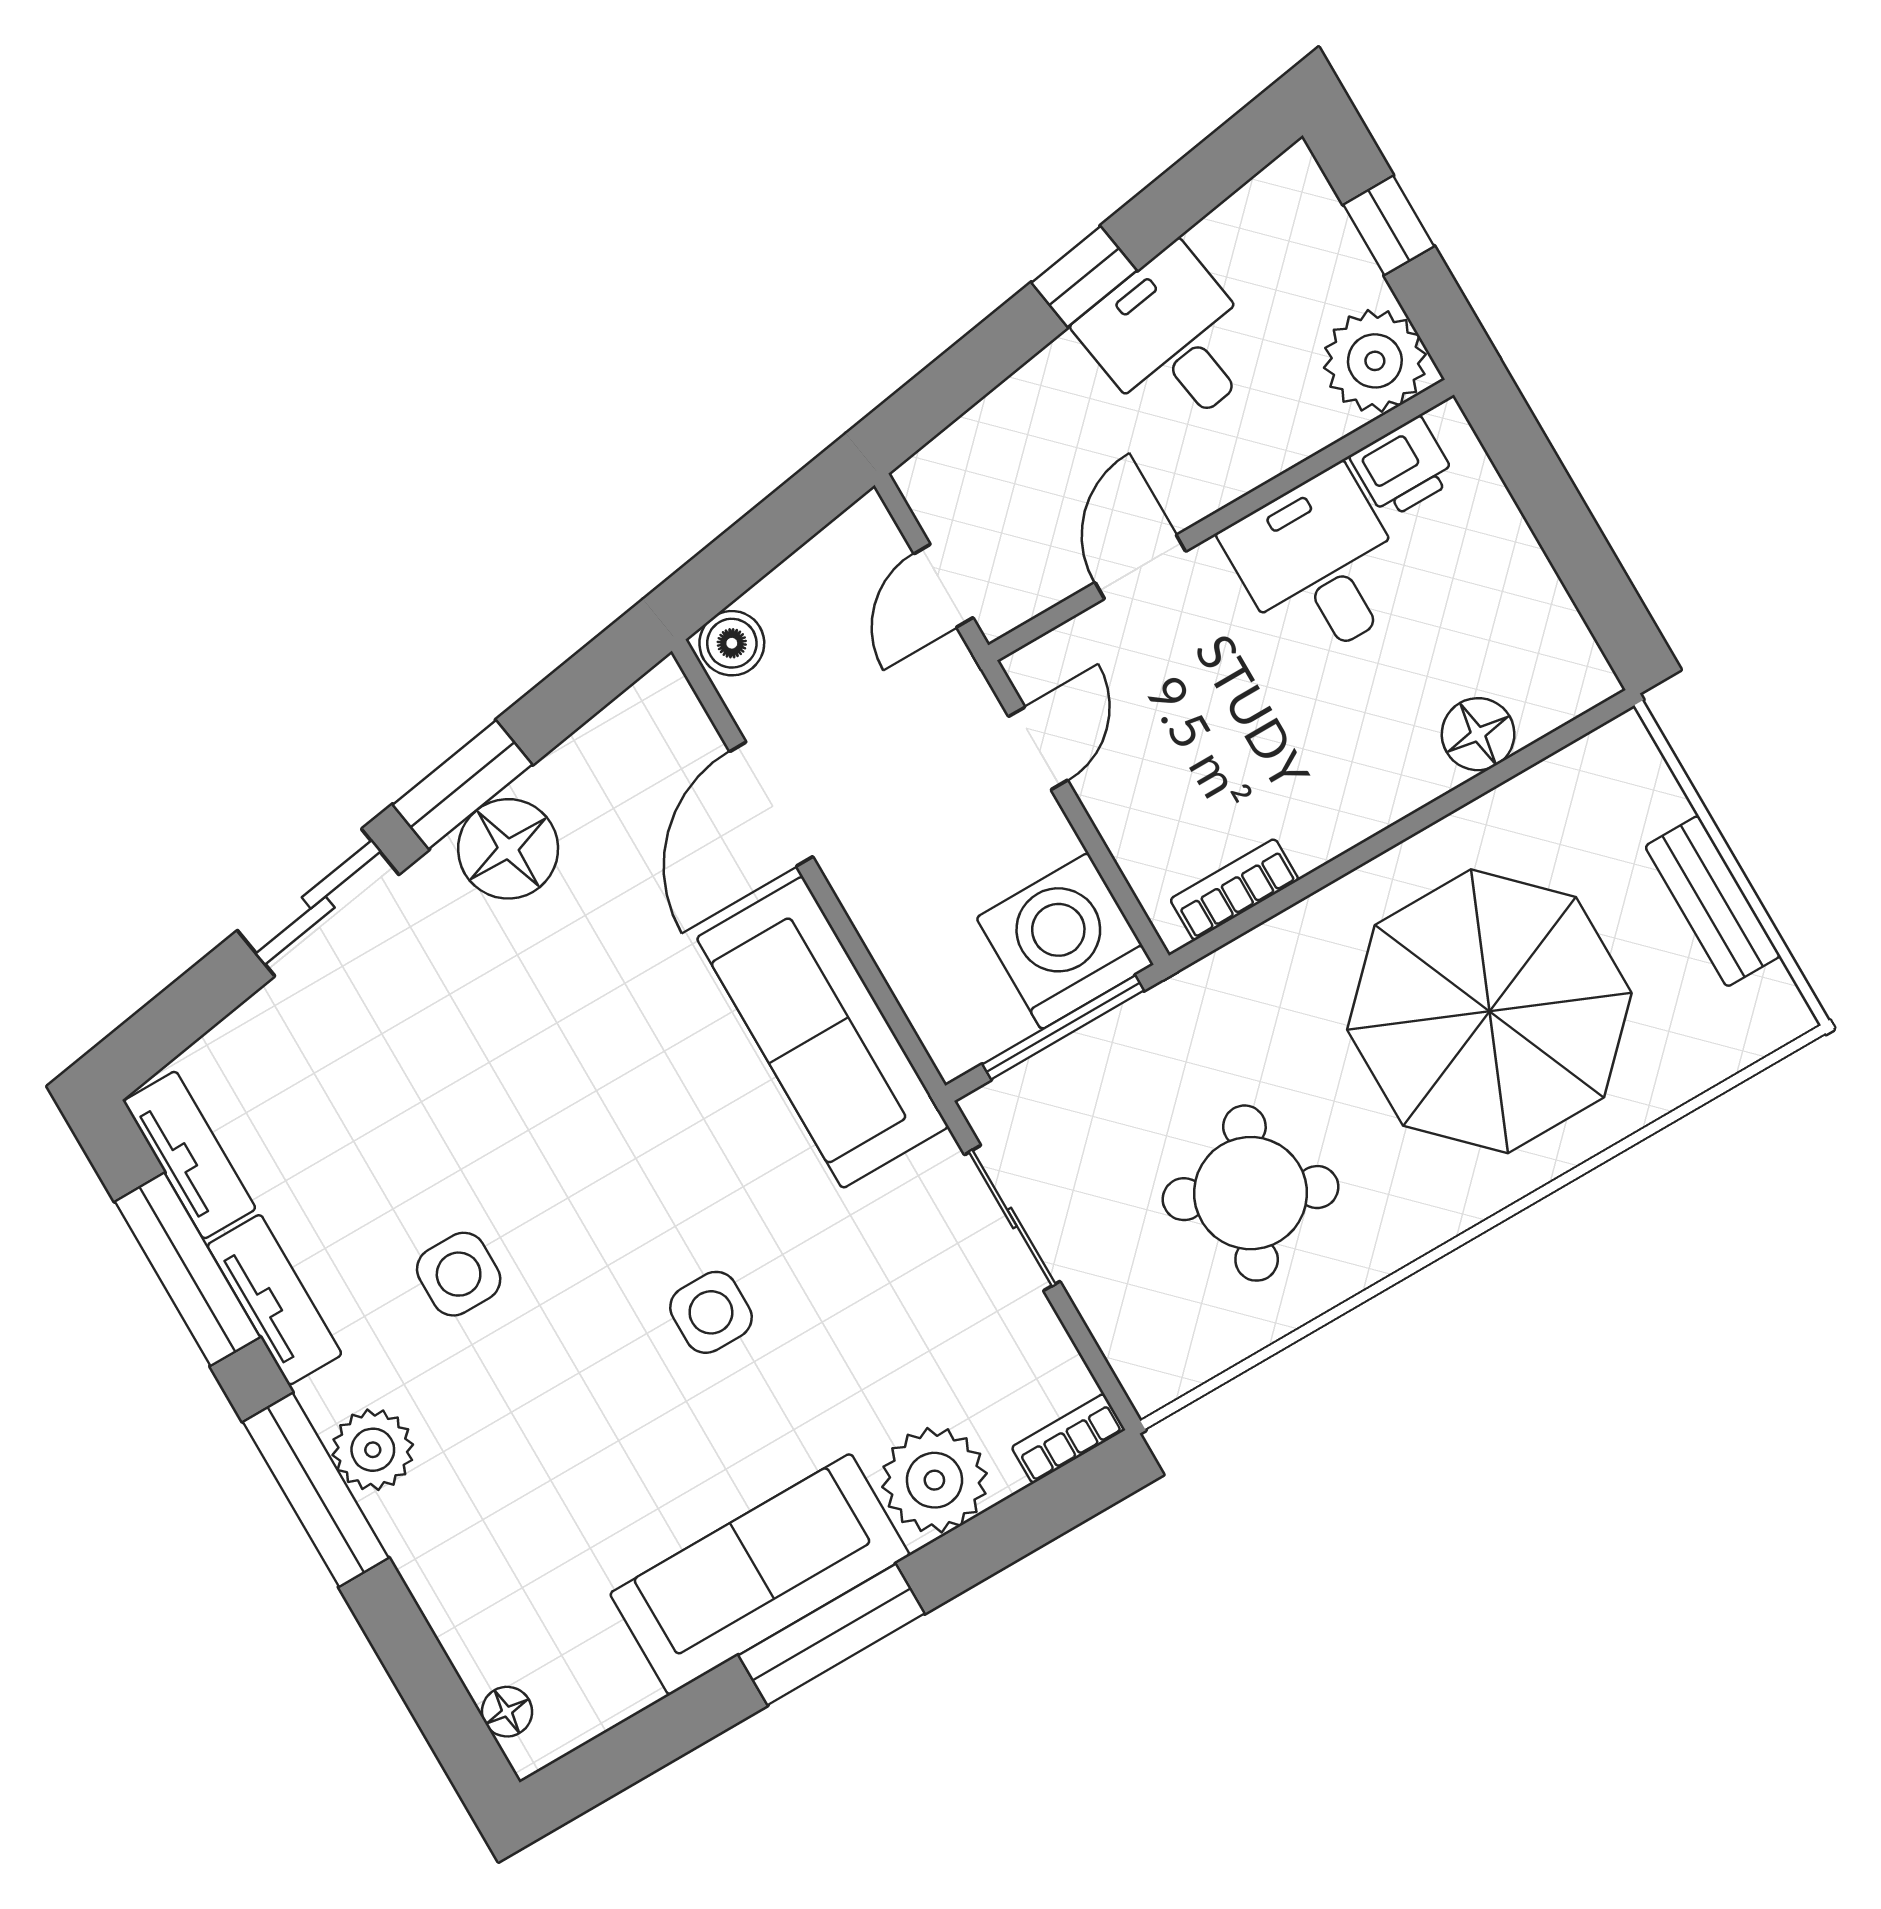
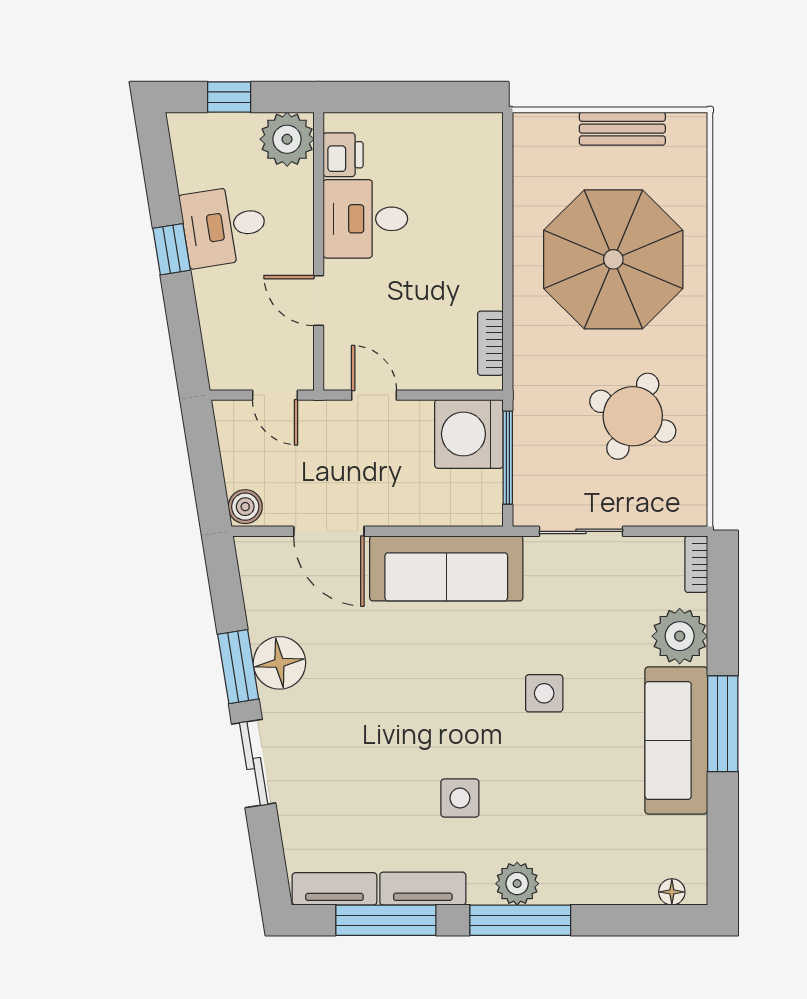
floor lamp: (1478, 734) -> (484, 191), removed

